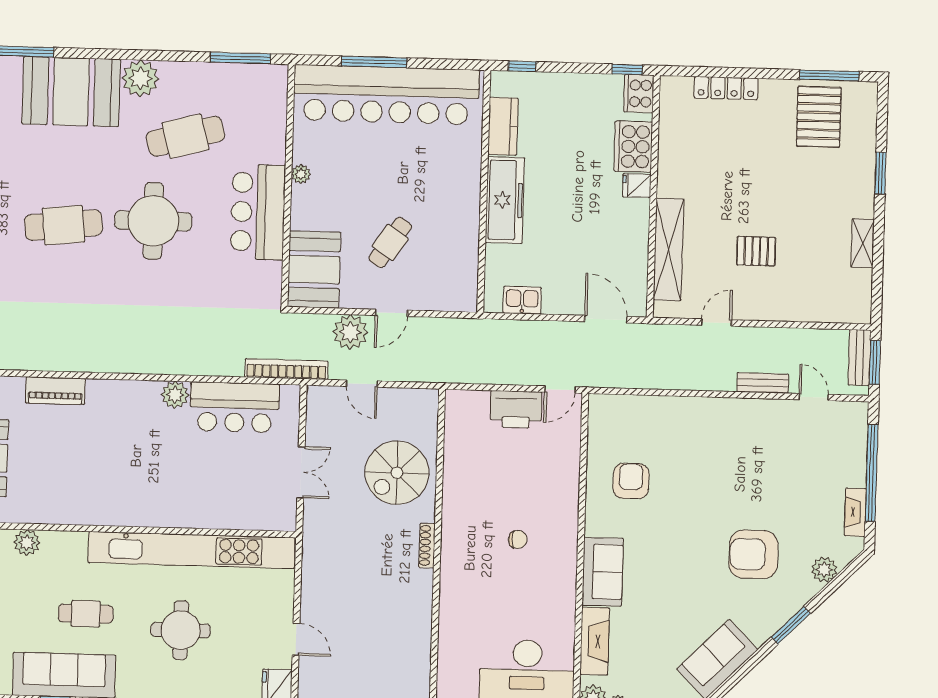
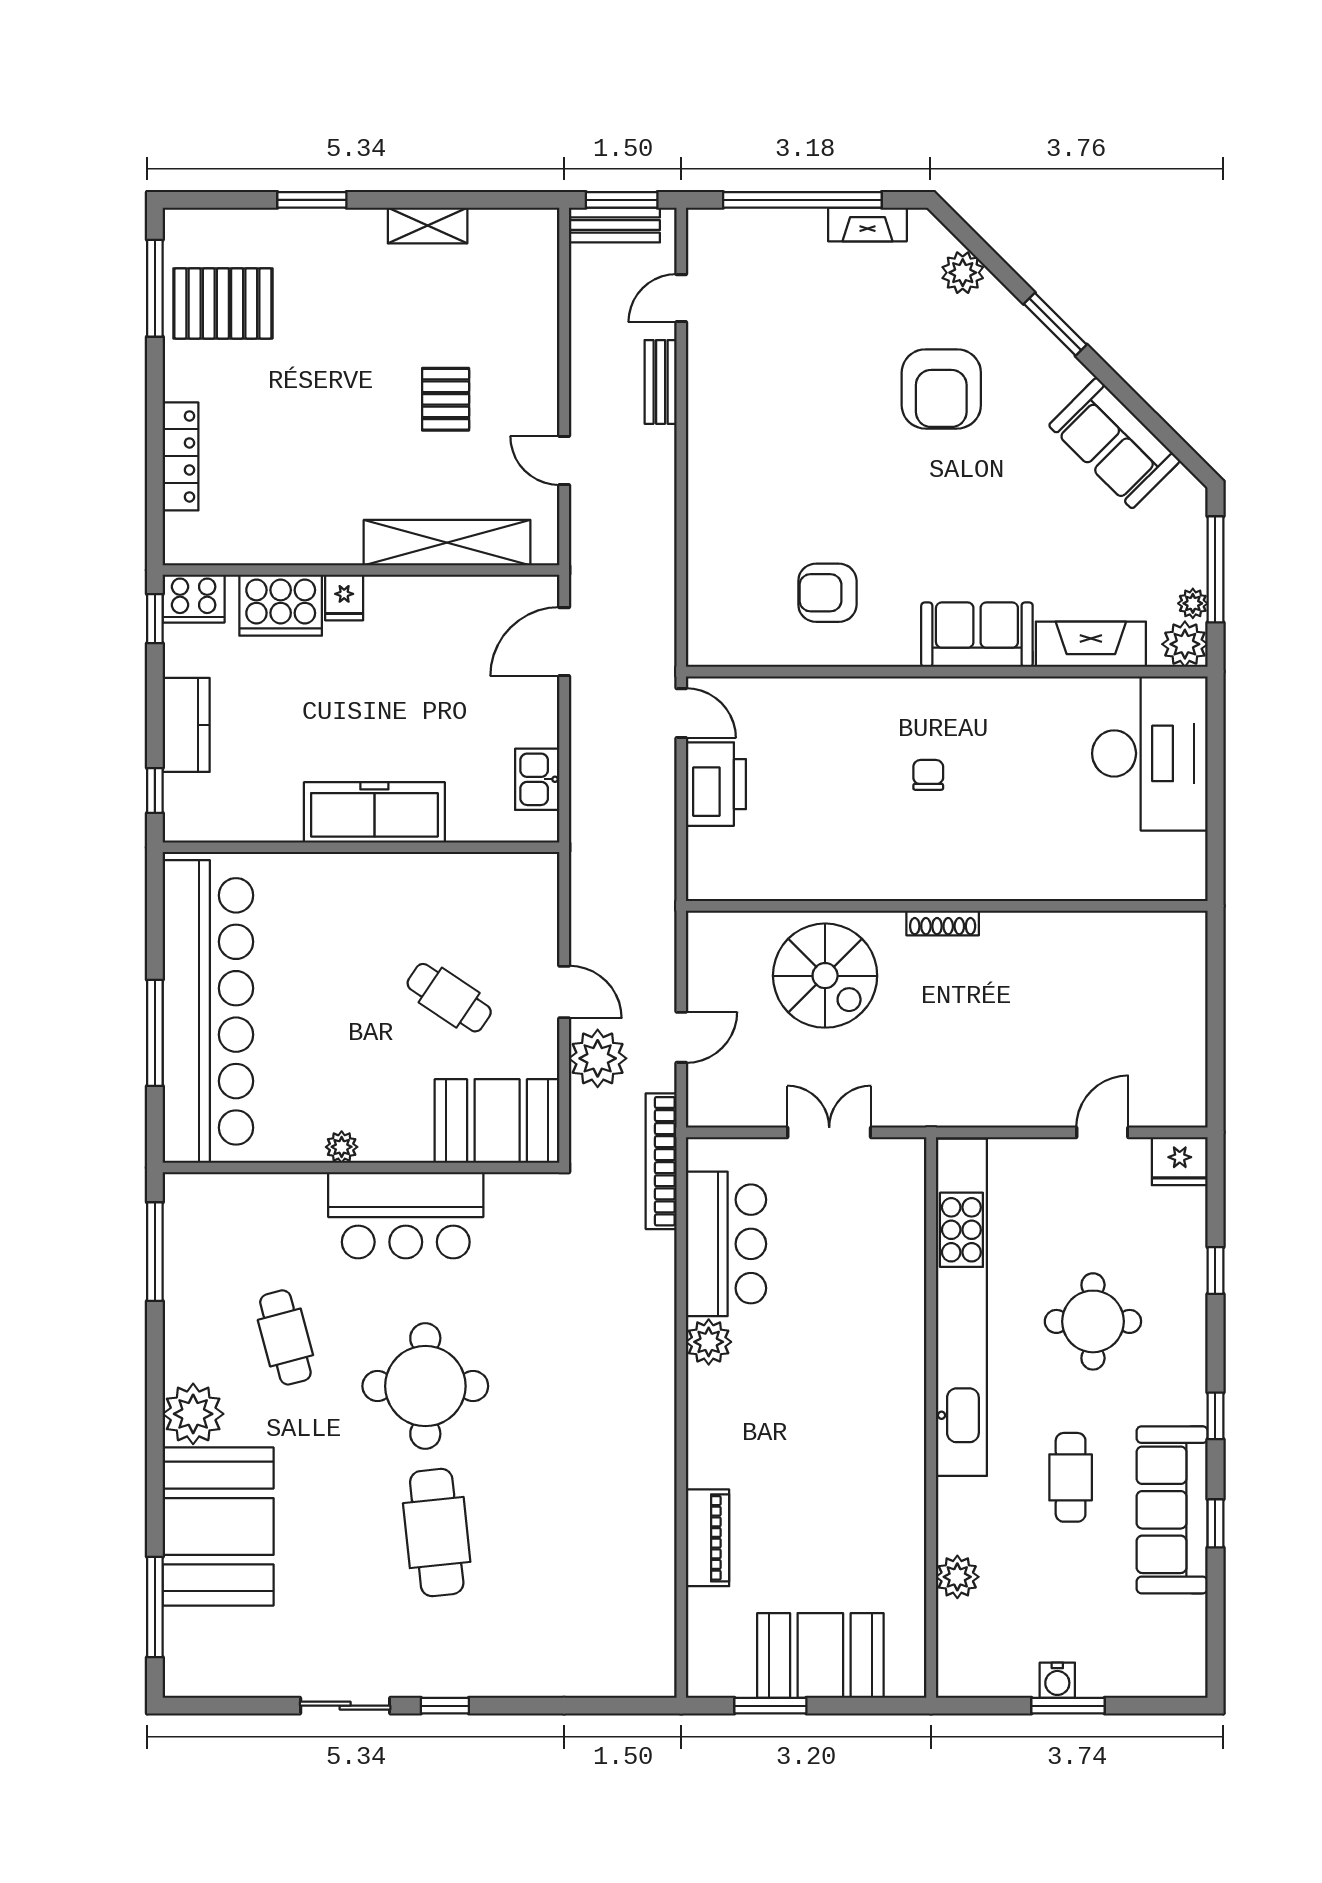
kitchen counter: (503, 126) -> (186, 725), moved, turned 90
cafe table: (185, 136) -> (285, 1337), width x0.73, depth x0.74

